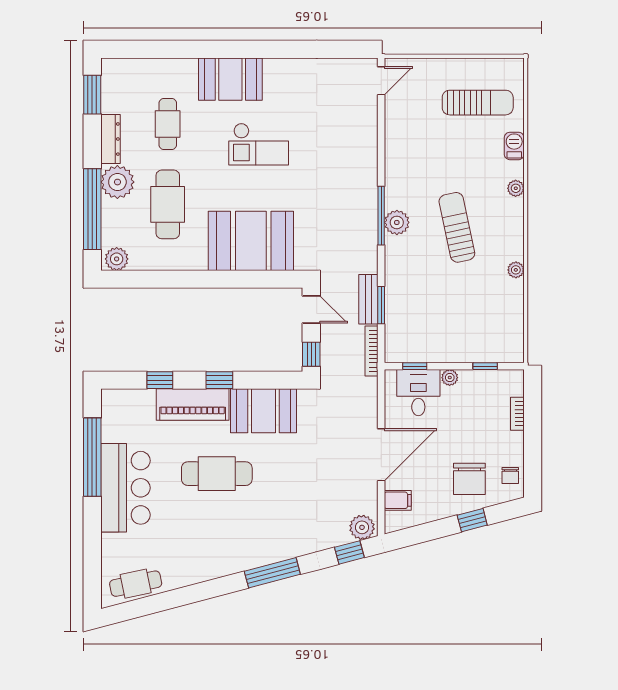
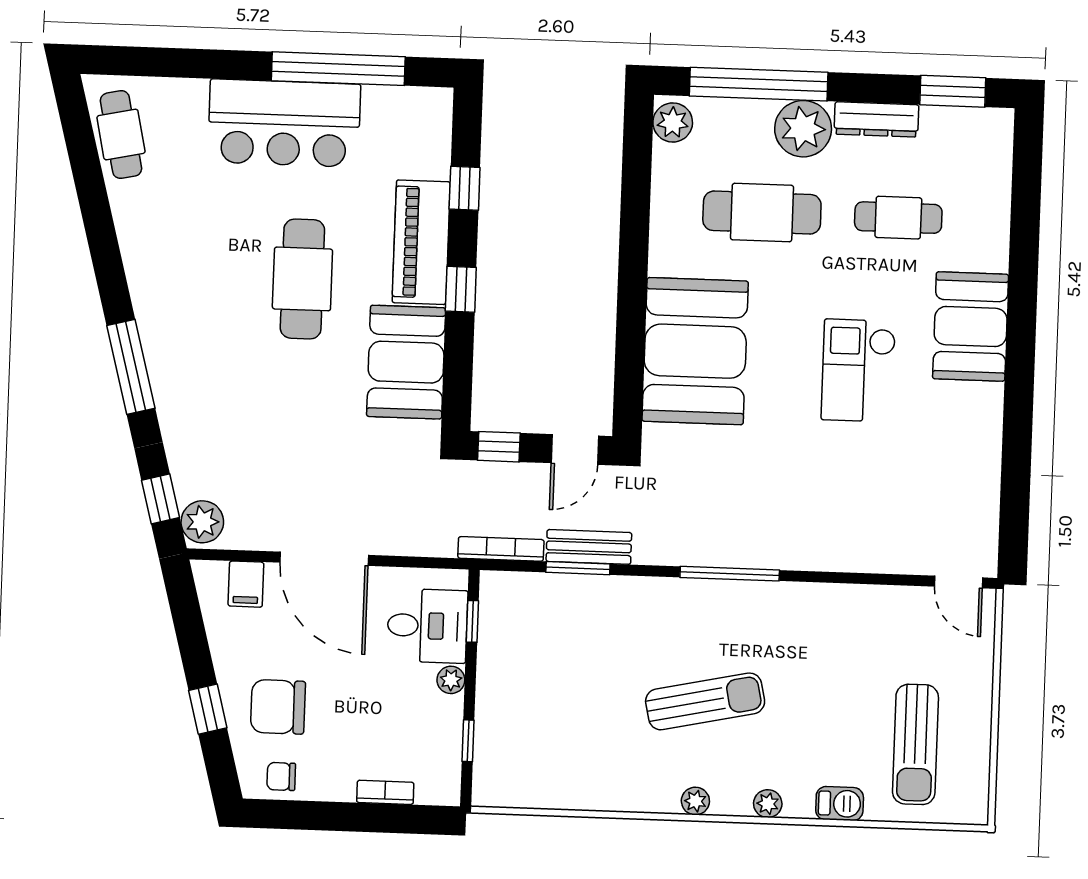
plant: (397, 222) -> (717, 600), removed
plant: (516, 270) -> (695, 801), moved

